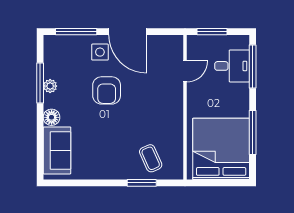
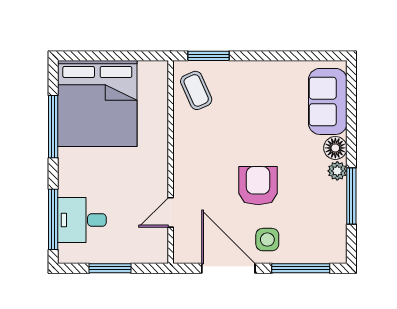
door: (185, 71) -> (171, 212), moved
plant: (50, 86) -> (337, 171), moved
wall: (185, 107) -> (171, 162), moved

